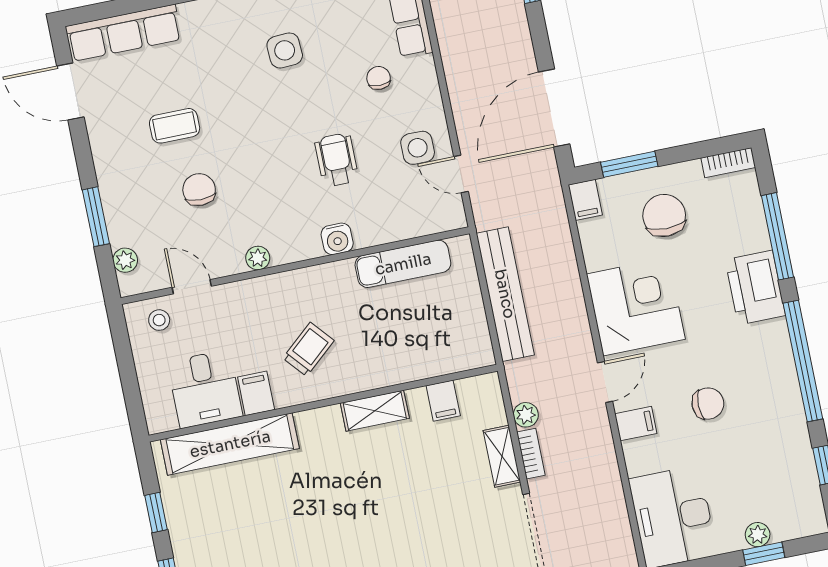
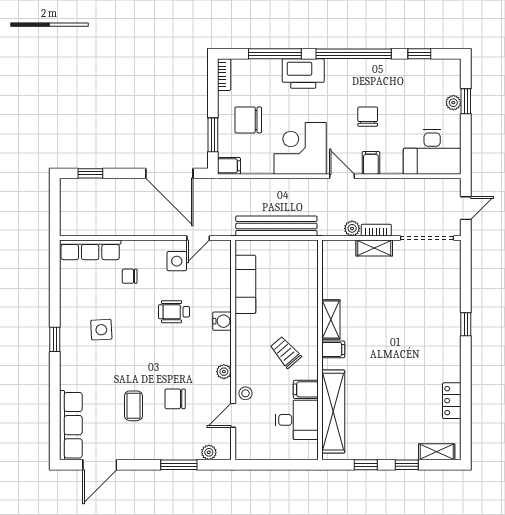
stool: (159, 320) -> (245, 393), moved
filing cabinet: (443, 401) -> (333, 349), moved

